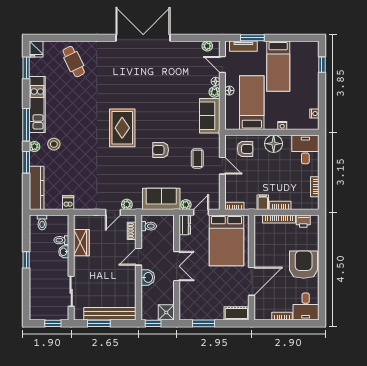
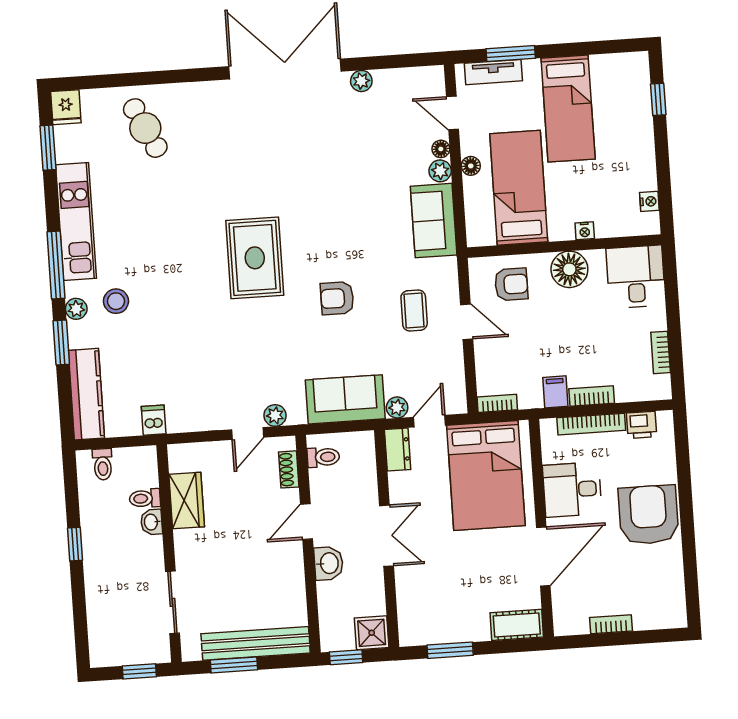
plant: (207, 46) -> (361, 81), moved
desk: (306, 307) -> (572, 490), moved, turned 90

